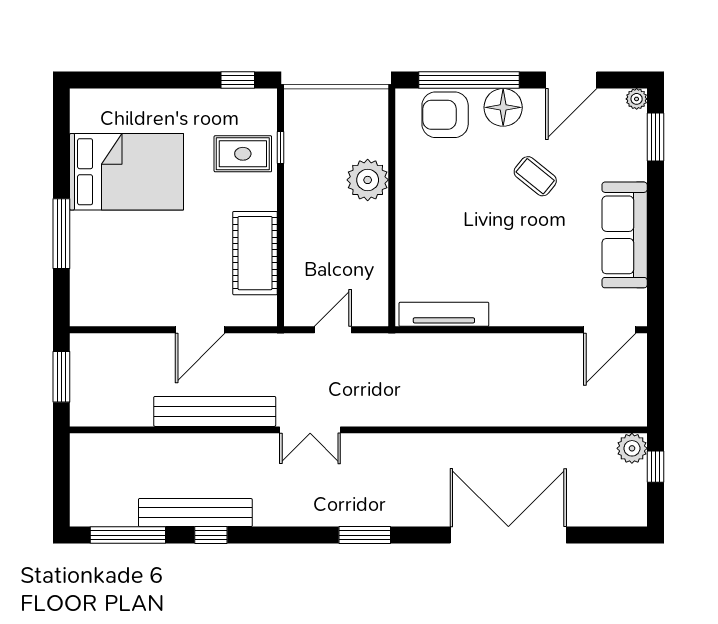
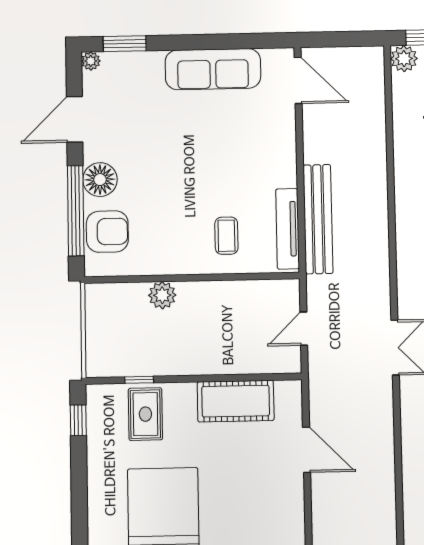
door: (571, 80) -> (75, 119), swing flipped
armchair: (445, 115) -> (107, 232), turned -90
coffee table: (535, 176) -> (226, 236), moved, turned -39
plant: (368, 180) -> (162, 295), width x0.73, depth x0.73
door: (333, 330) -> (304, 329), hinge flipped
bench: (215, 411) -> (318, 219), moved

